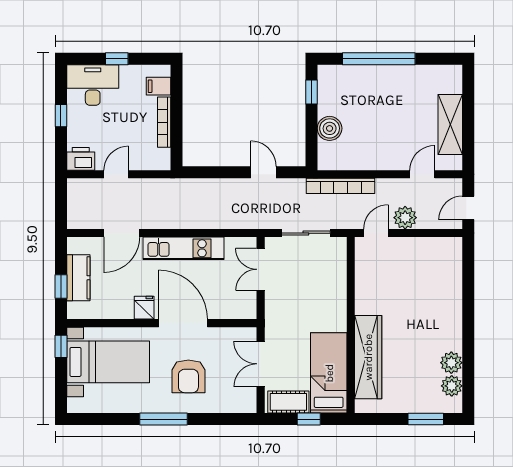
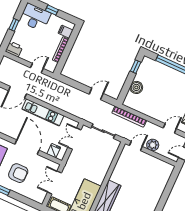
door: (263, 172) -> (96, 94), hinge flipped
door: (116, 174) -> (37, 68), moved
fridge: (144, 308) -> (54, 151), moved
armchair: (188, 376) -> (18, 173), turned -90

